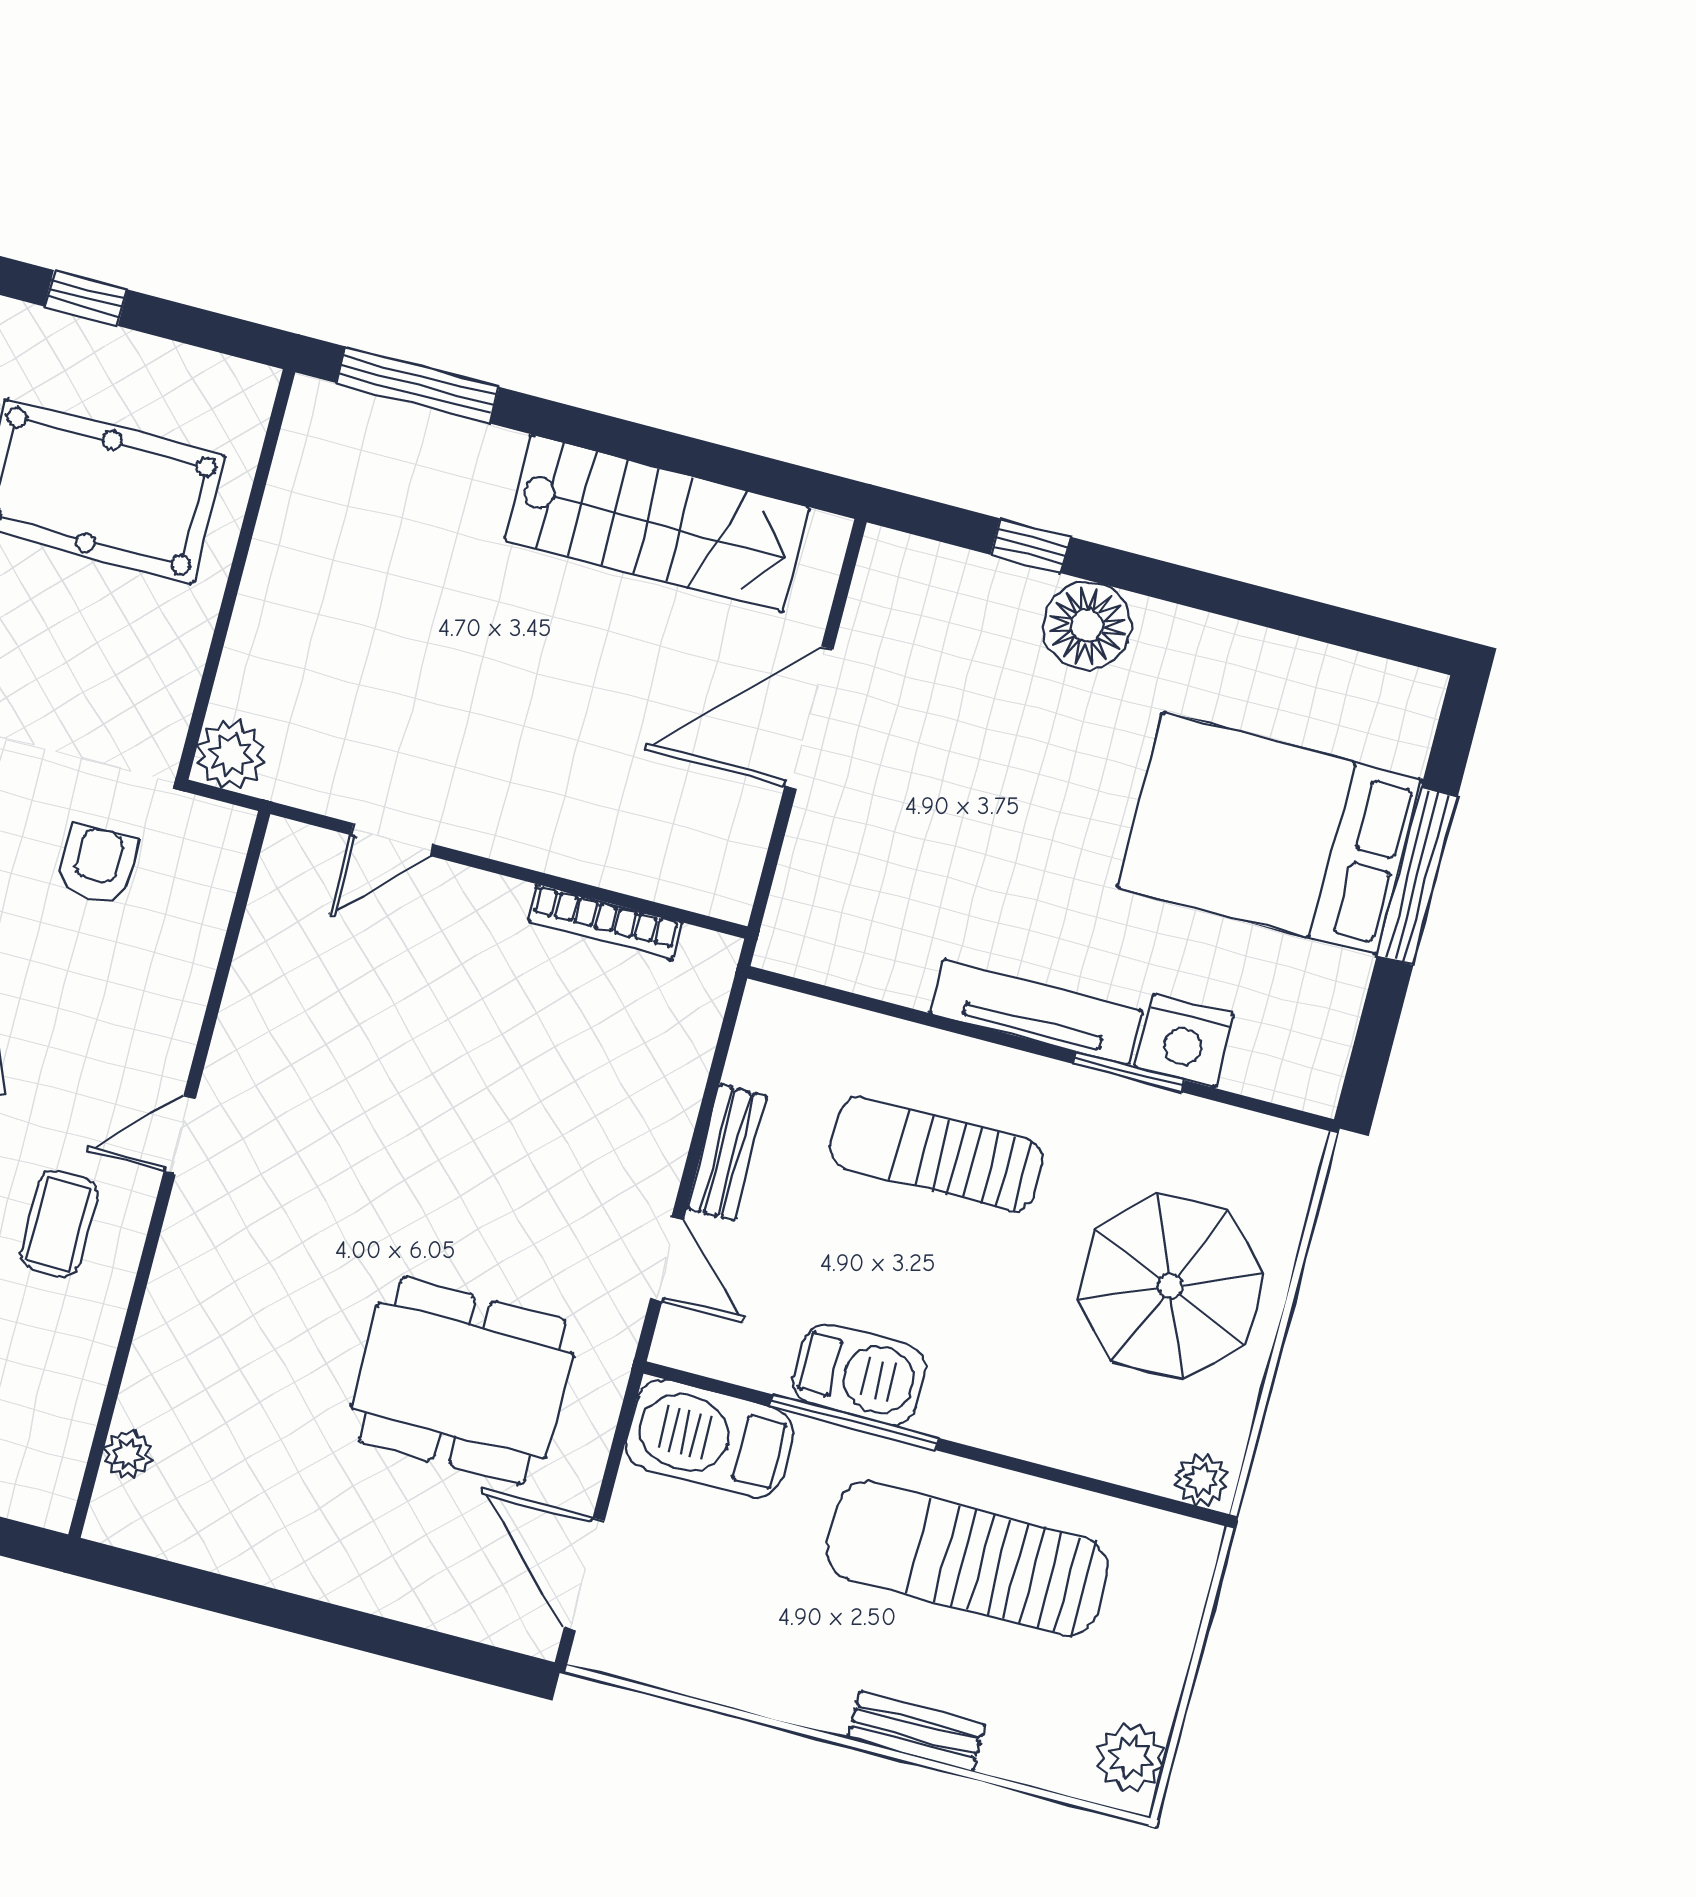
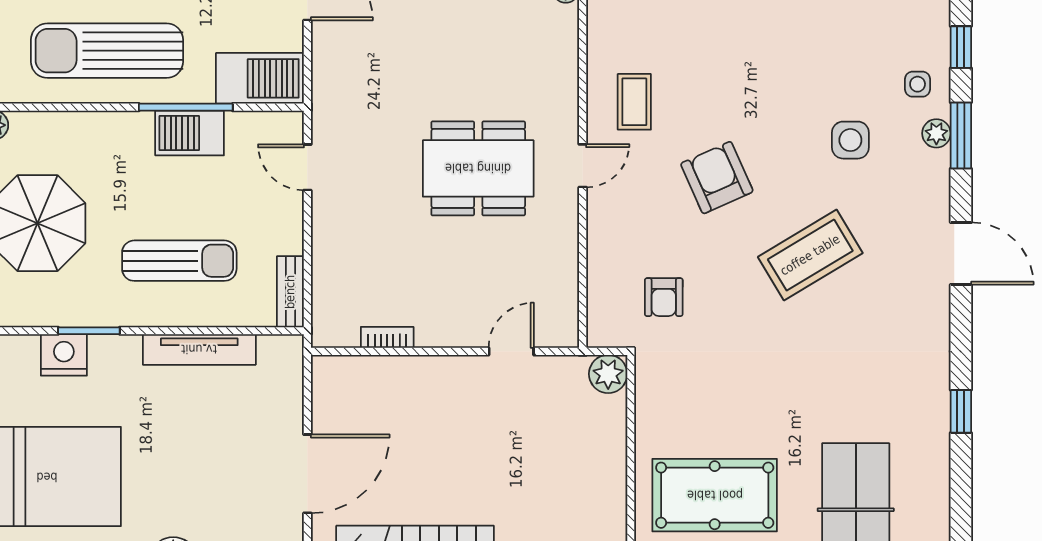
bookcase: (605, 922) -> (387, 337), width x0.64
tv unit: (1036, 1012) -> (199, 349), moved
bench: (727, 1152) -> (290, 292), moved
dining table: (462, 1381) -> (478, 168), moved
sun lounger: (967, 1559) -> (107, 51), turned 180

